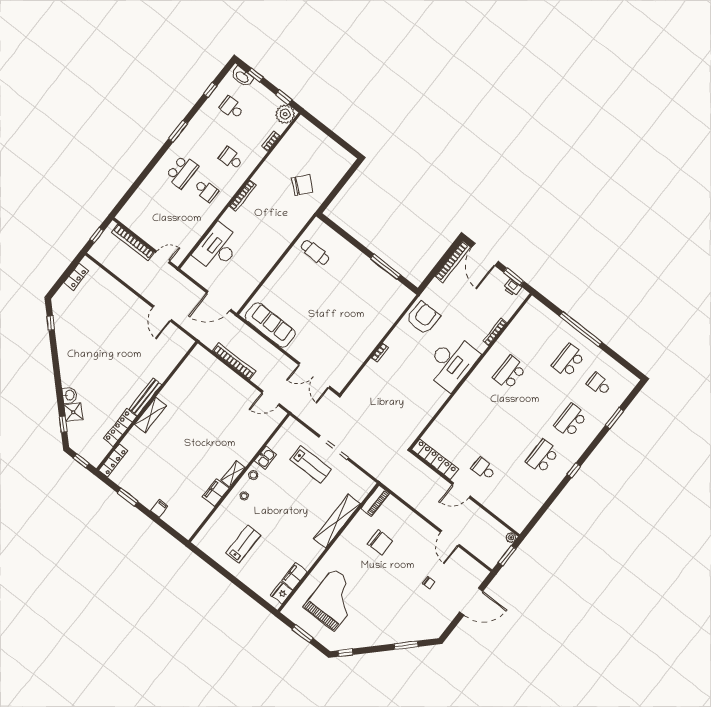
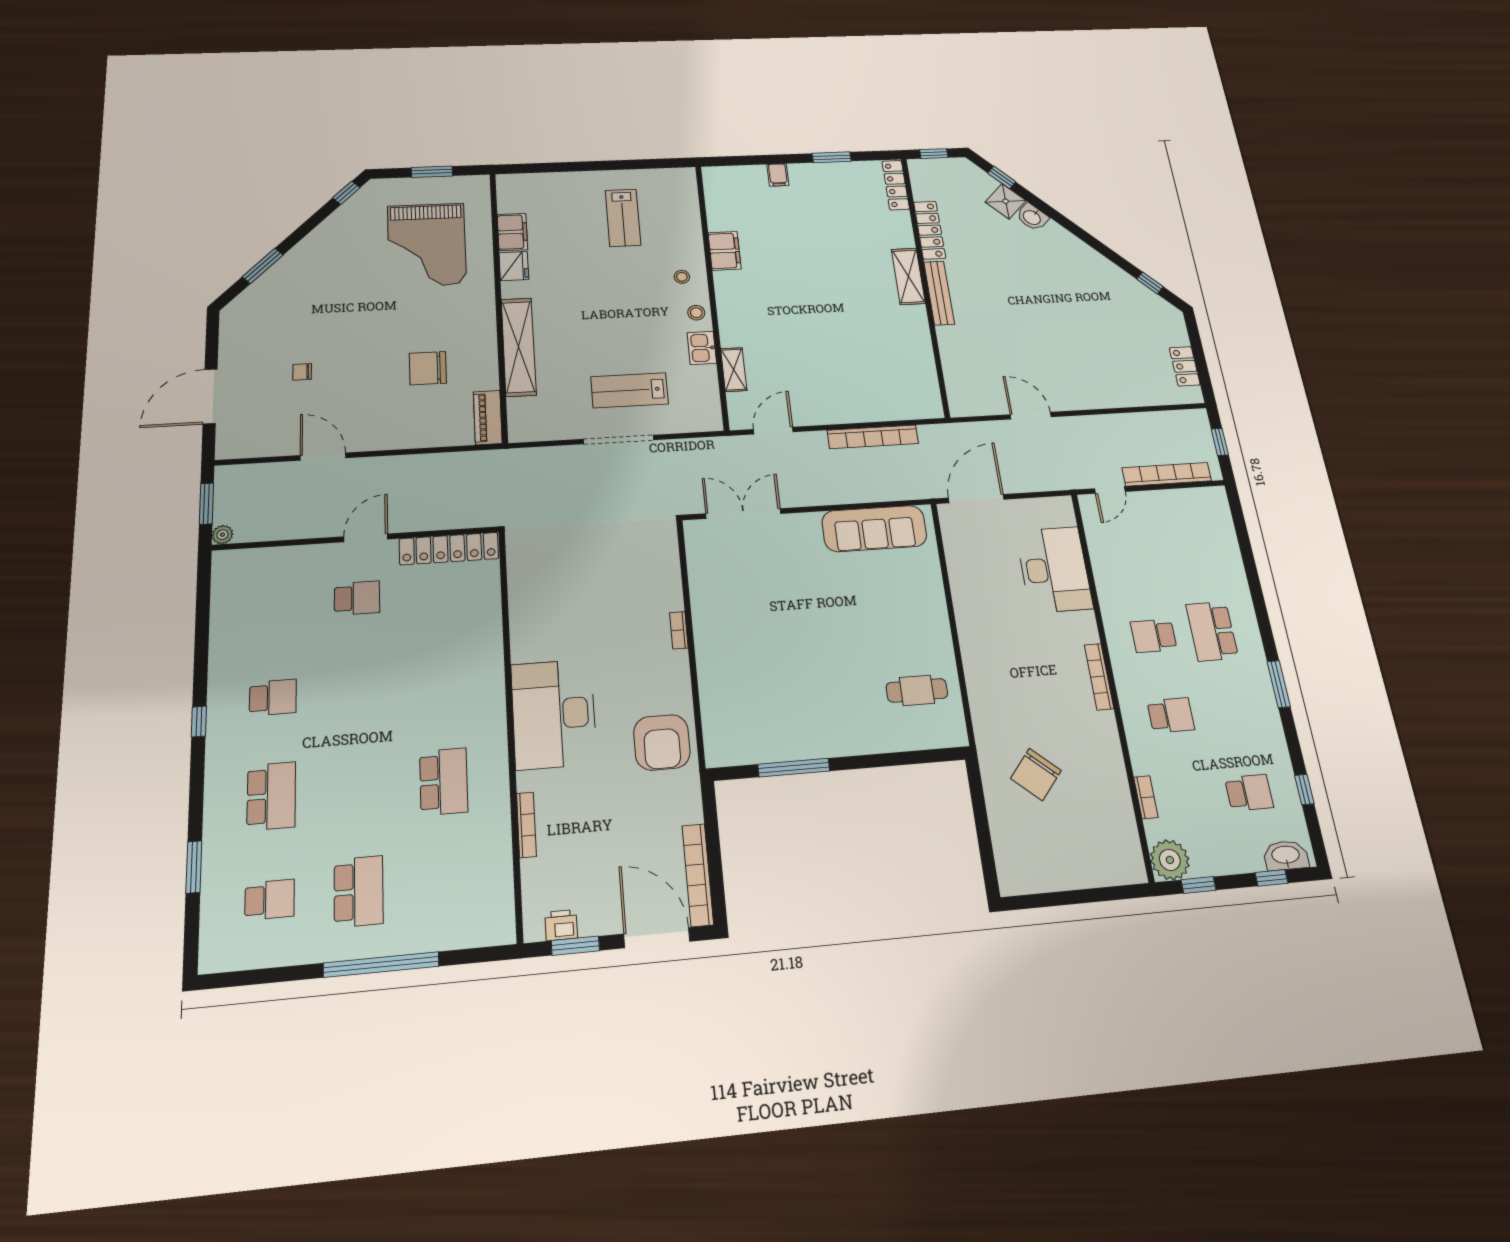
school desk: (542, 457) -> (273, 698), width x0.54
shelving: (233, 474) -> (734, 370), moved
fridge: (281, 593) -> (514, 266), moved

